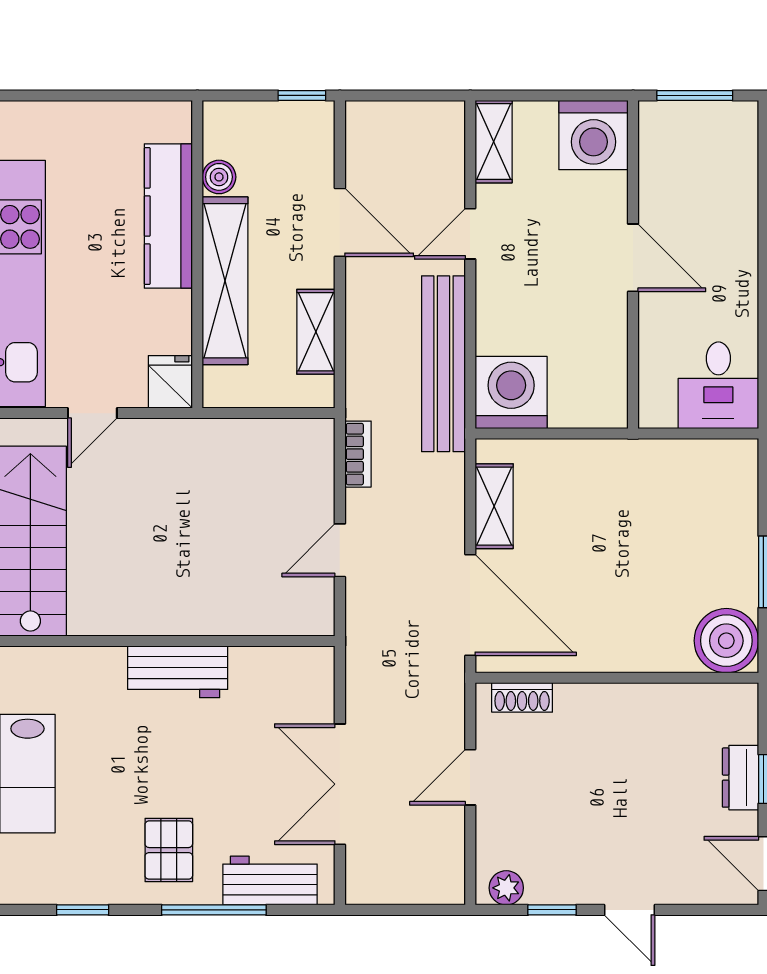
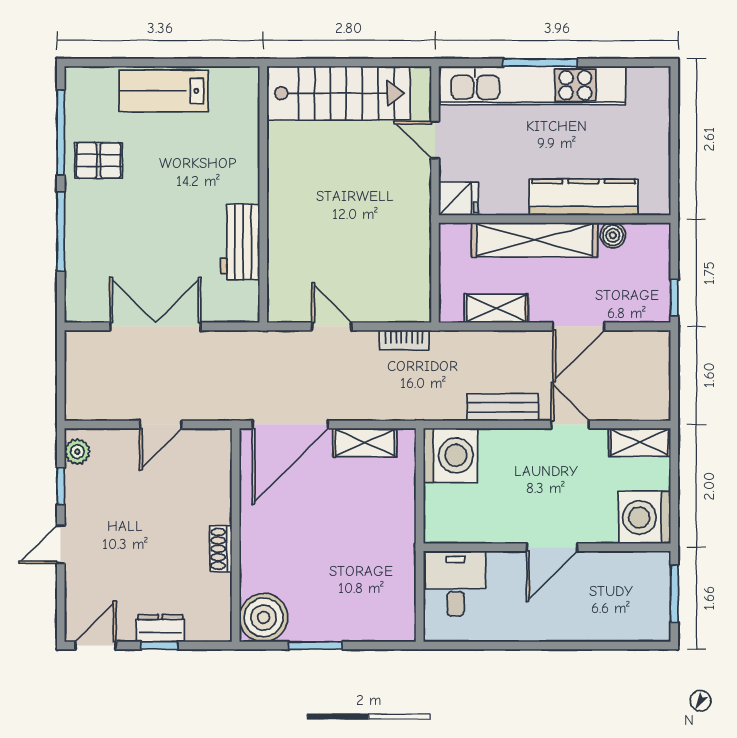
bench: (443, 364) -> (503, 407), width x0.54, depth x0.82
desk: (718, 385) -> (455, 584), moved, turned 90
workbench: (178, 672) -> (240, 242), moved
shoe rack: (522, 697) -> (221, 549), moved
door: (470, 777) -> (161, 425), swing flipped
pallet: (169, 850) -> (99, 160), moved
workbench: (270, 881) -> (83, 274), removed
window: (83, 910) -> (61, 133), width x2.17

